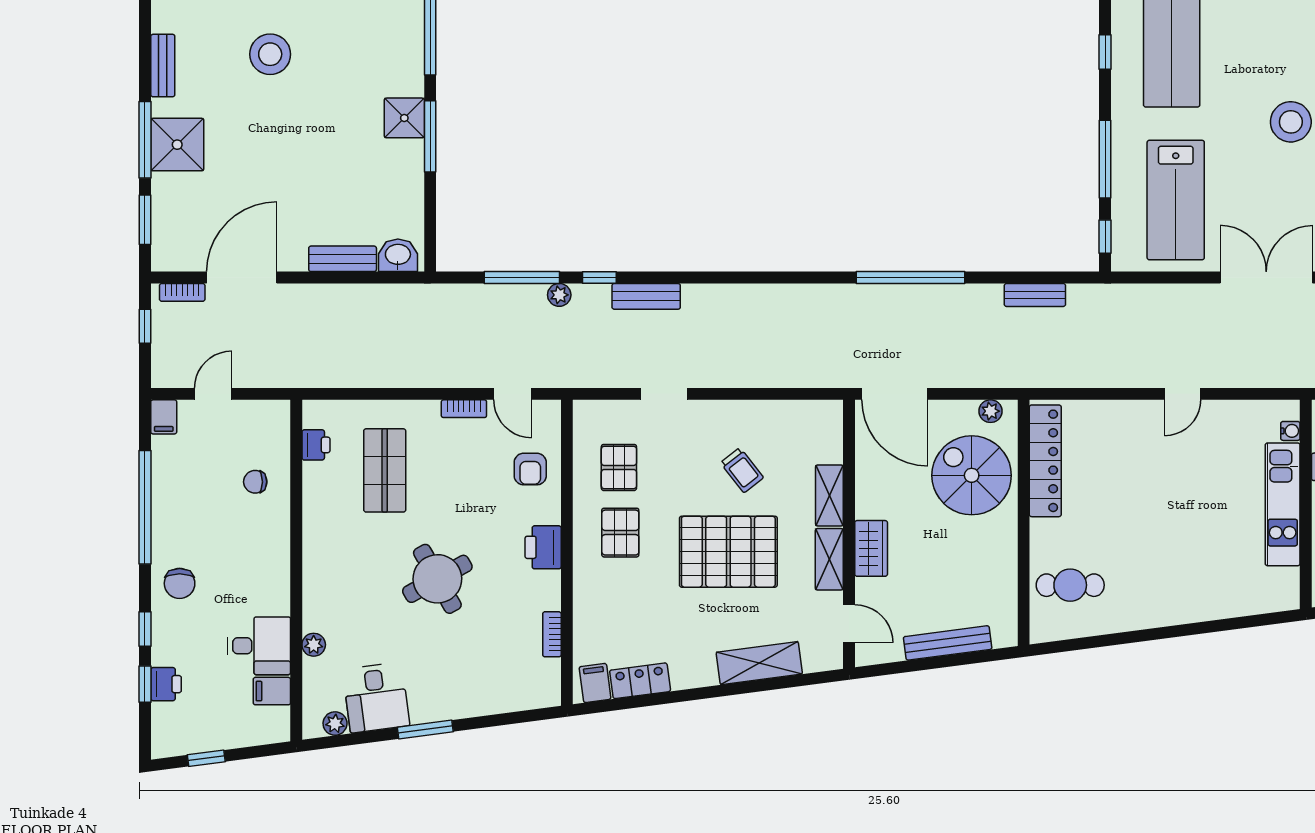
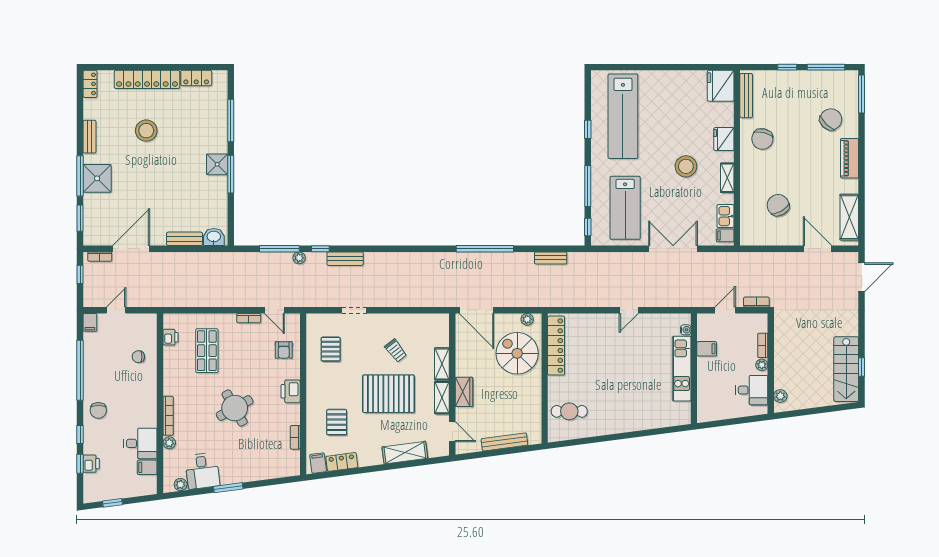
pallet: (620, 533) -> (337, 422), moved
bookcase: (312, 594) -> (168, 416), added

